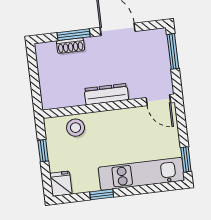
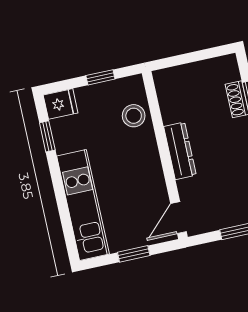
window: (186, 159) -> (134, 254), moved
window: (102, 194) -> (47, 136), moved

